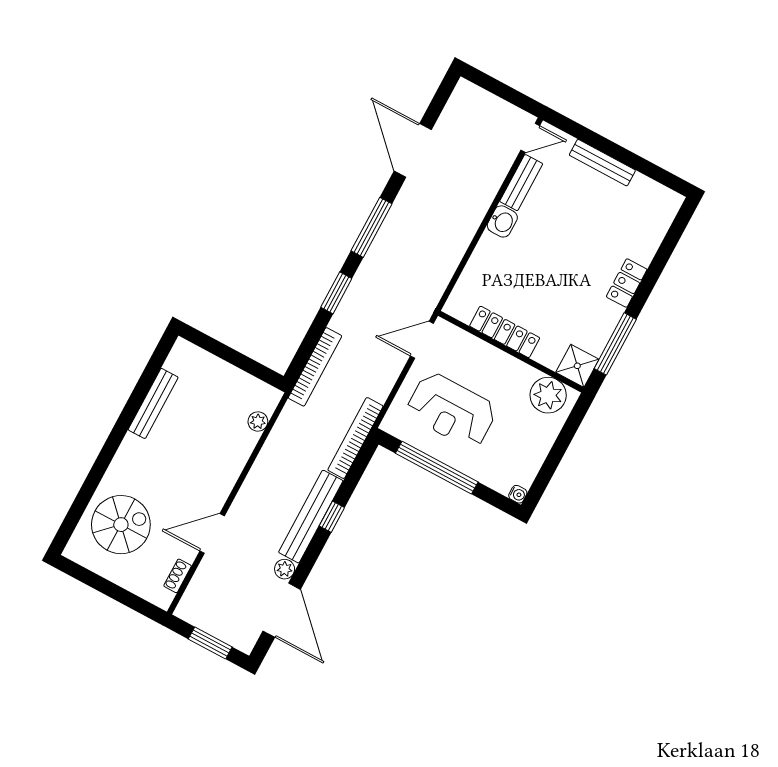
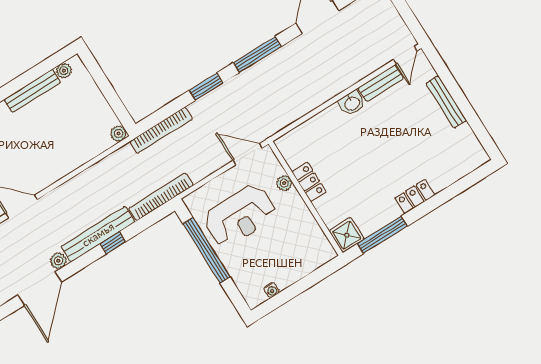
door: (530, 138) -> (405, 55), hinge flipped
locker: (505, 332) -> (309, 182), width x0.66
plant: (174, 362) -> (64, 71), added
plant: (548, 395) -> (284, 183), moved, width x0.53, depth x0.53
reception desk: (451, 410) -> (240, 216), turned -90
plant: (258, 422) -> (119, 134), moved
water cooler: (518, 494) -> (272, 290), moved

